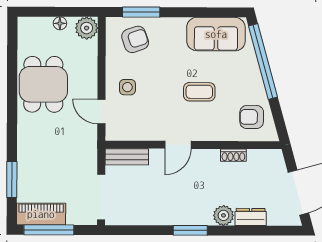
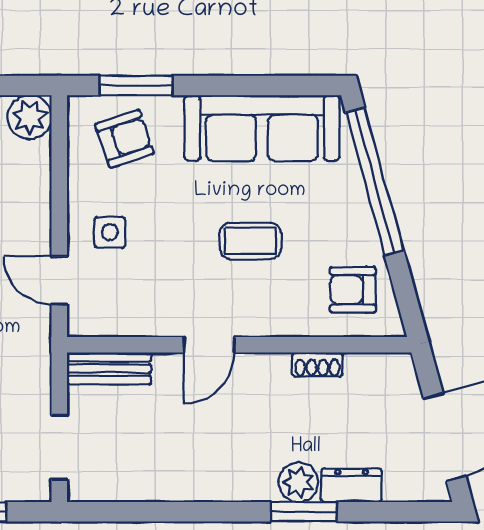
sofa: (216, 34) -> (262, 128), width x1.36
doorway: (101, 197) -> (59, 447), width x0.73
window: (190, 230) -> (304, 512), moved

